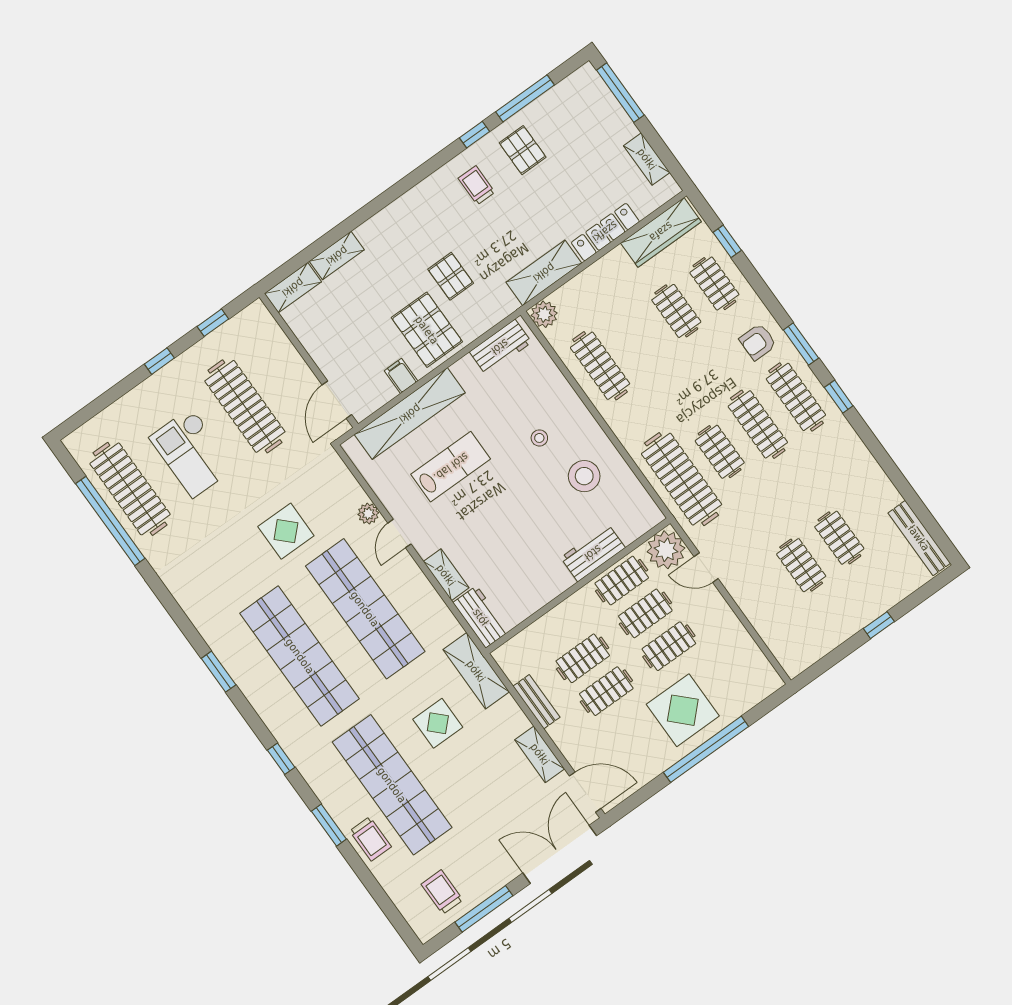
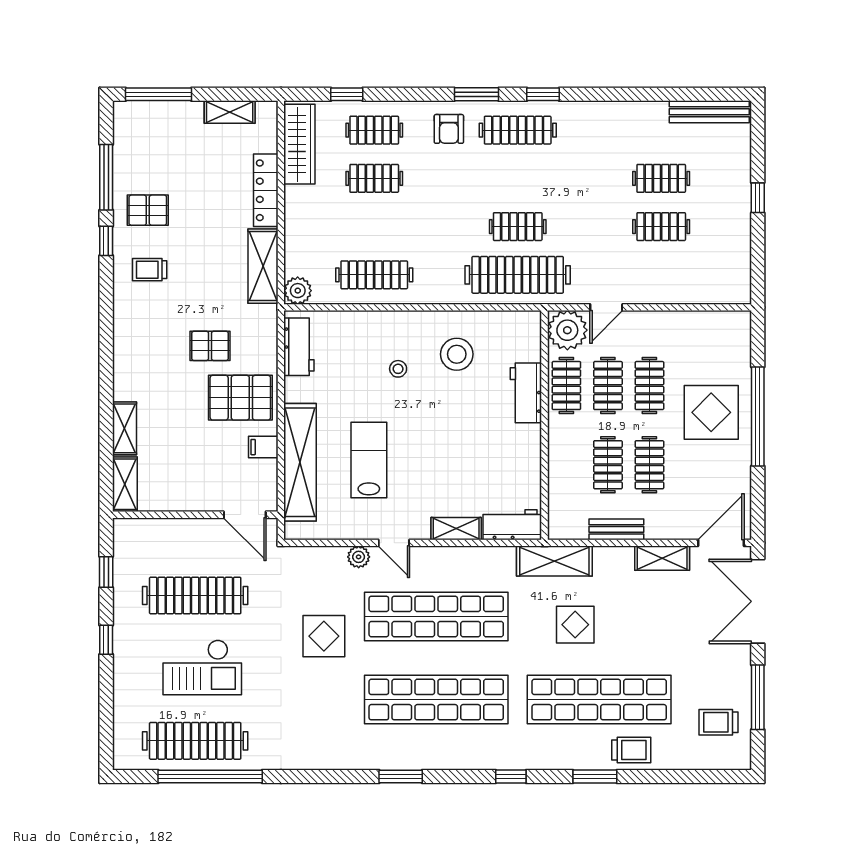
clothes rail: (758, 424) -> (518, 178), removed

